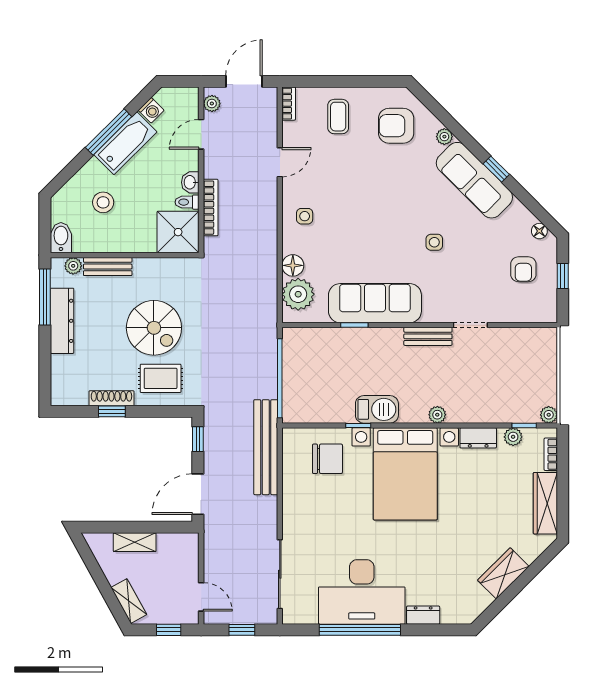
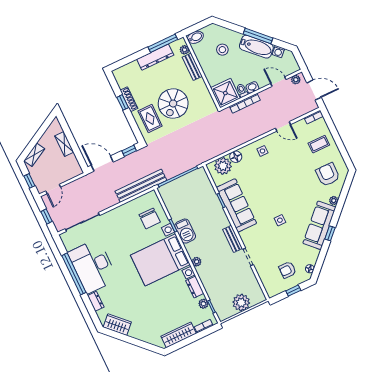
plant: (549, 415) -> (241, 303), moved, width x1.88, depth x1.88
wardrobe: (503, 573) -> (117, 325), moved

